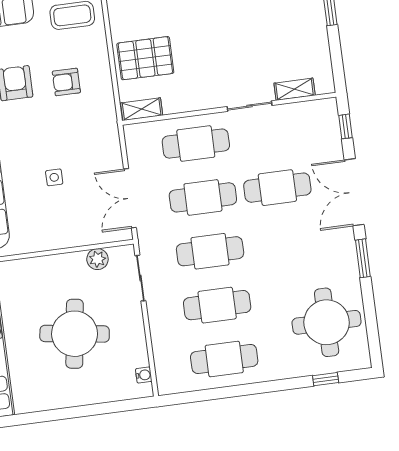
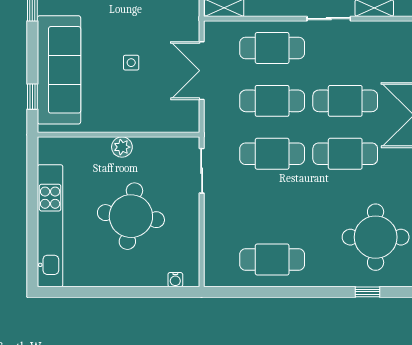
double door: (130, 198) -> (202, 71), moved
plant: (97, 259) -> (122, 147), moved
cafe table: (217, 305) -> (345, 154), moved
water cooler: (144, 375) -> (175, 280), moved, turned 90

